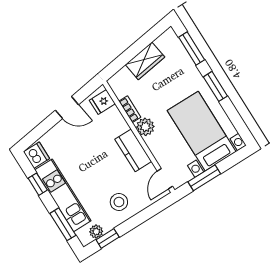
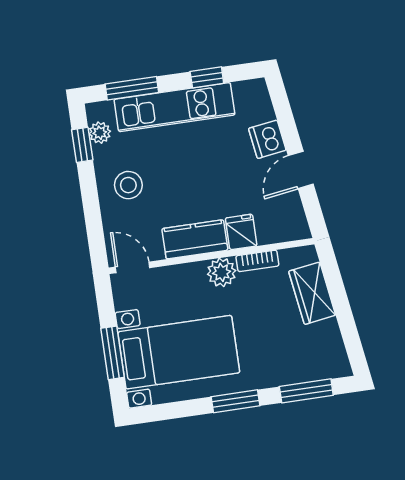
wardrobe: (145, 61) -> (312, 293), moved
fridge: (102, 102) -> (241, 232), moved
dishwasher: (37, 155) -> (267, 139), moved, turned 82
window: (204, 178) -> (113, 353), moved

